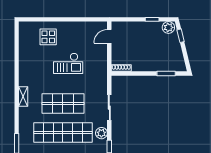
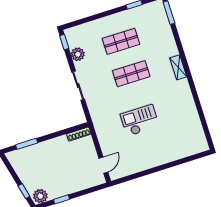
display table: (48, 37) -> (171, 143), removed
shop shelf: (63, 104) -> (131, 74), width x0.70, depth x0.74
shop shelf: (63, 132) -> (121, 41), width x0.50, depth x0.74

